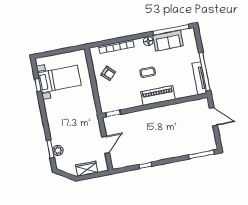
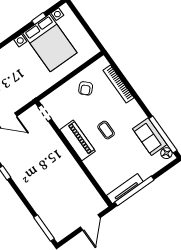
floor lamp: (148, 41) -> (166, 153), moved
bed with nightstands: (59, 79) -> (50, 43), width x1.36
piano: (158, 95) -> (78, 140), moved

